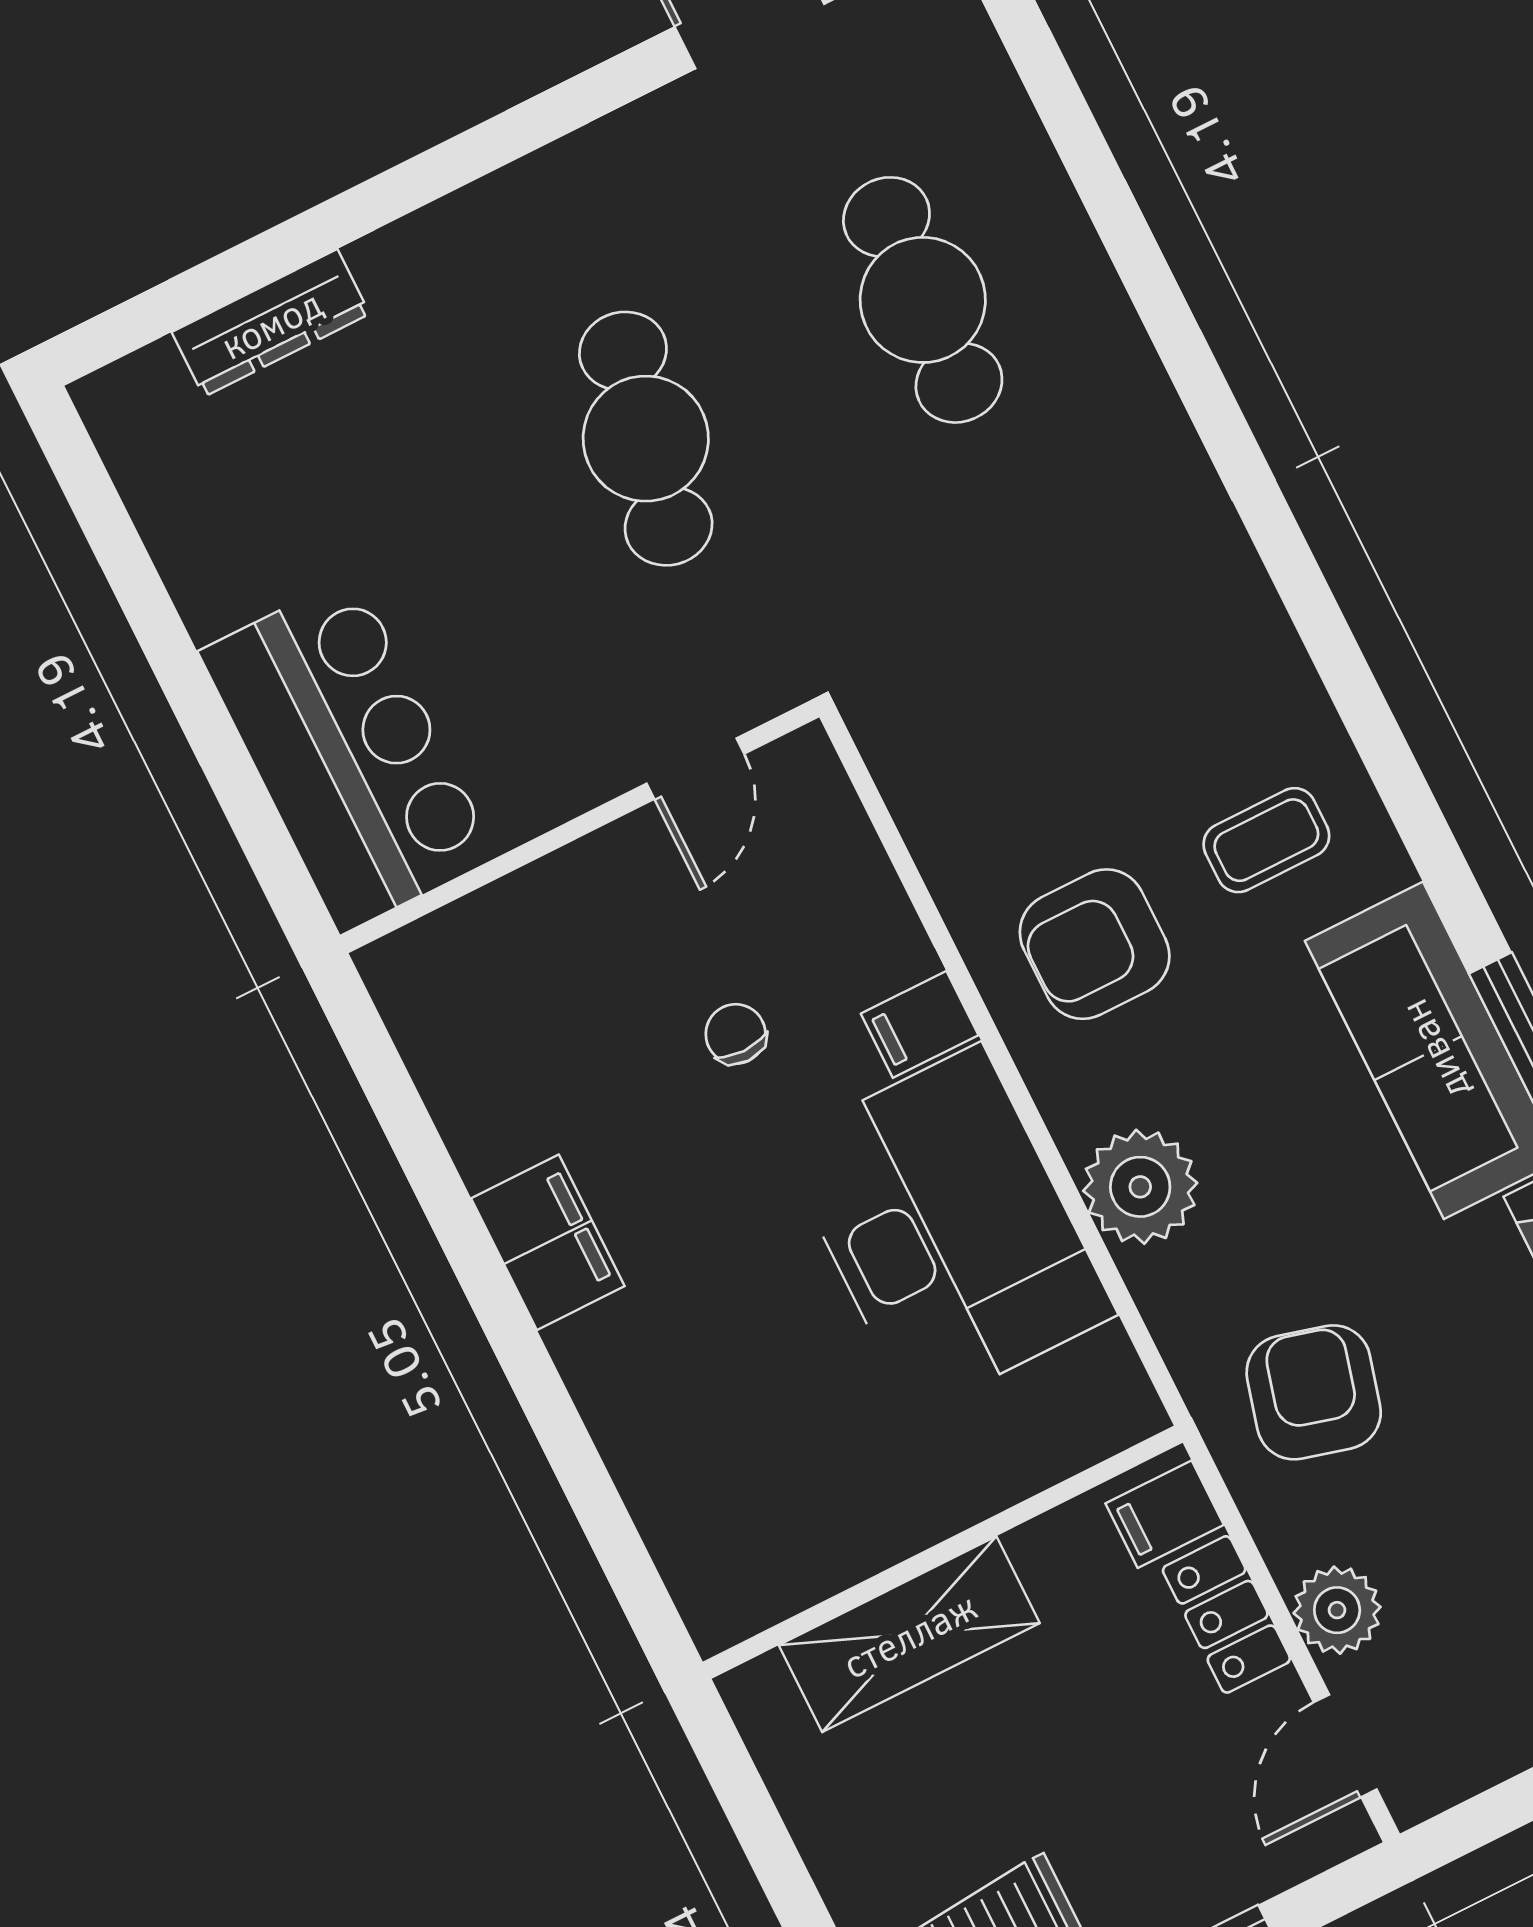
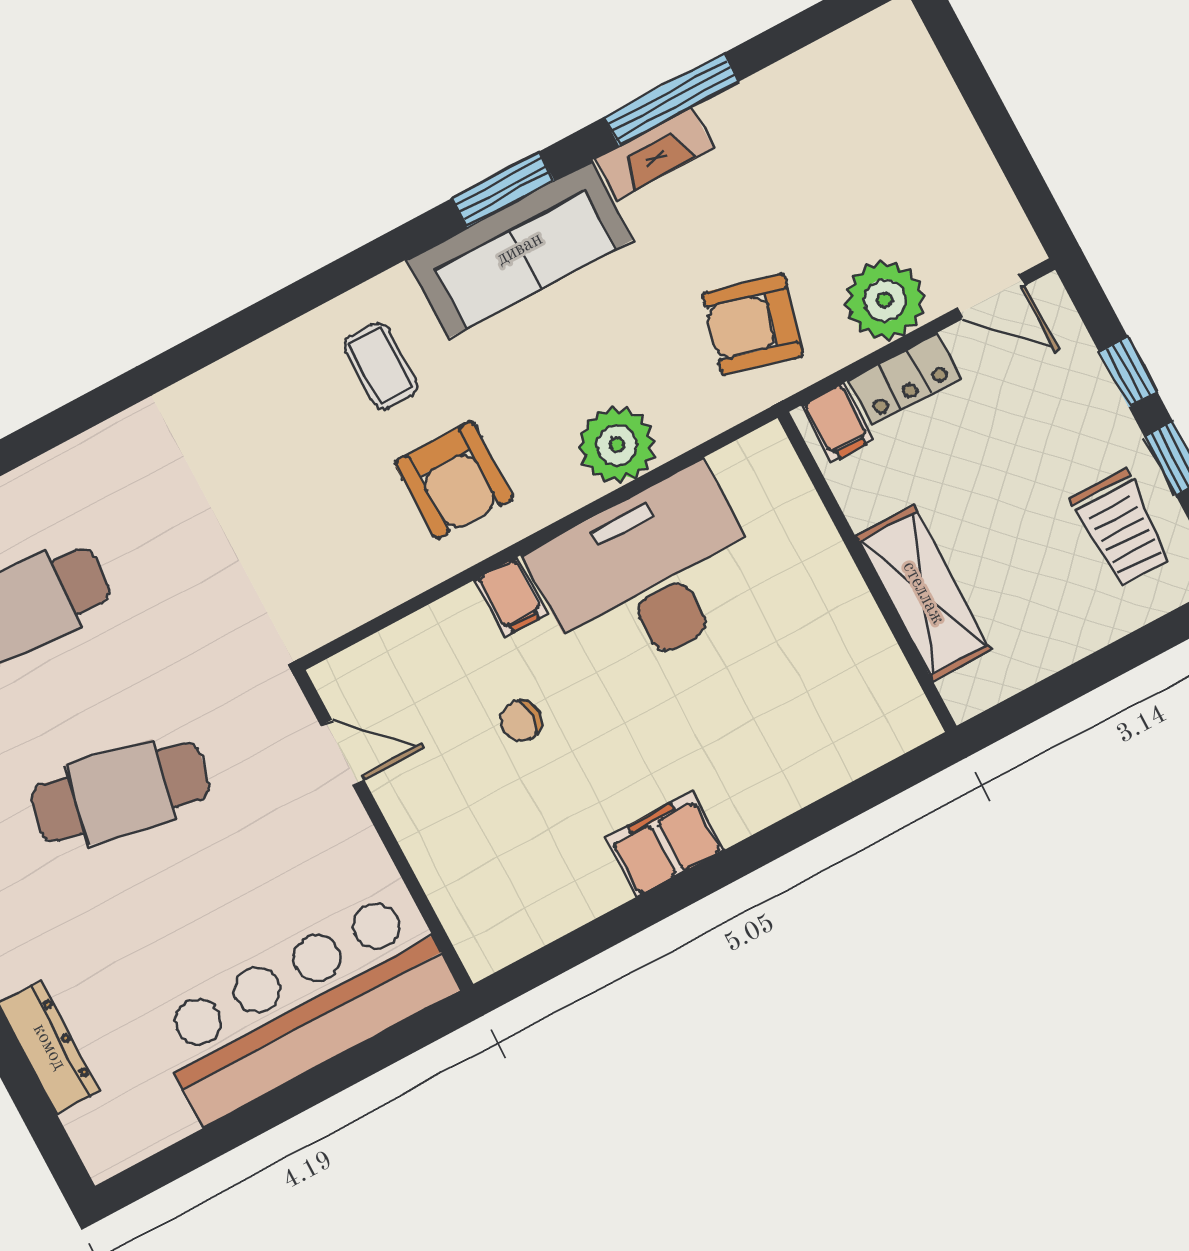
bar counter: (347, 754) -> (304, 1006), width x1.36
plant: (1337, 1610) -> (885, 300), width x1.36, depth x1.36

